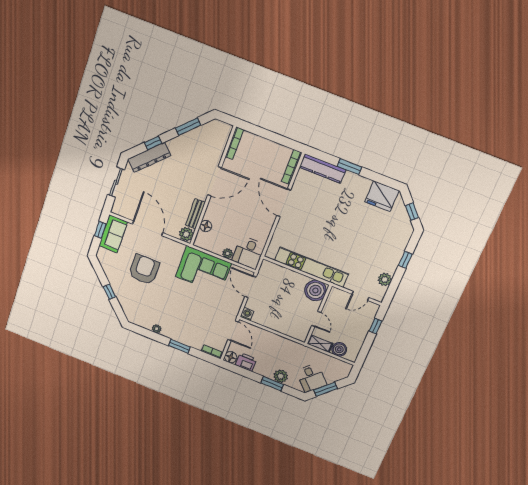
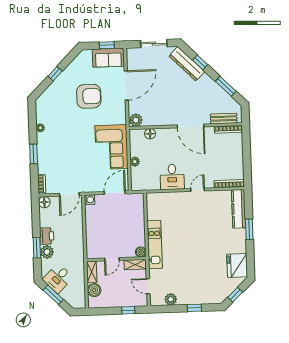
door: (284, 203) -> (198, 190), width x0.53
bench: (195, 214) -> (224, 119), moved
desk: (249, 253) -> (172, 177), moved, turned -90
kitchen unit: (312, 267) -> (155, 245), width x0.73
boiler: (315, 290) -> (141, 252), width x0.54, depth x0.54
shelving: (332, 299) -> (135, 265), added
printer: (246, 362) -> (47, 236), moved

